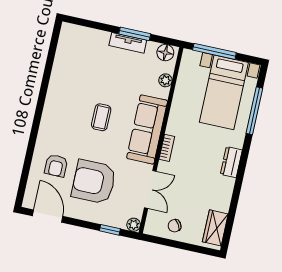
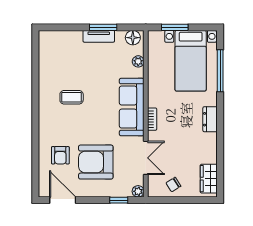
window: (214, 51) -> (175, 27), width x0.69
coffee table: (101, 117) -> (72, 97), moved, turned 90

